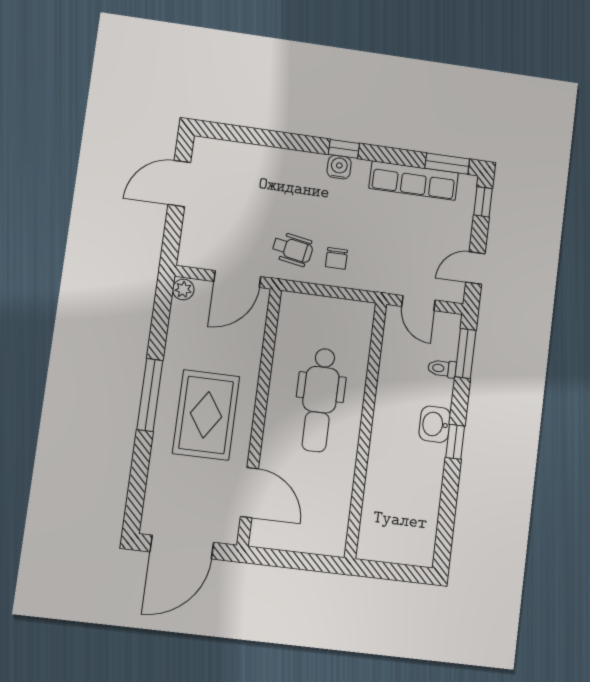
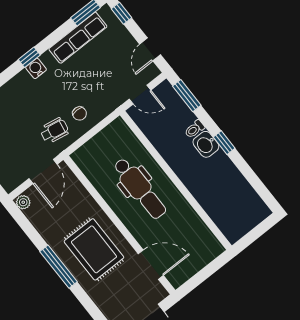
toilet: (442, 368) -> (195, 129), moved

